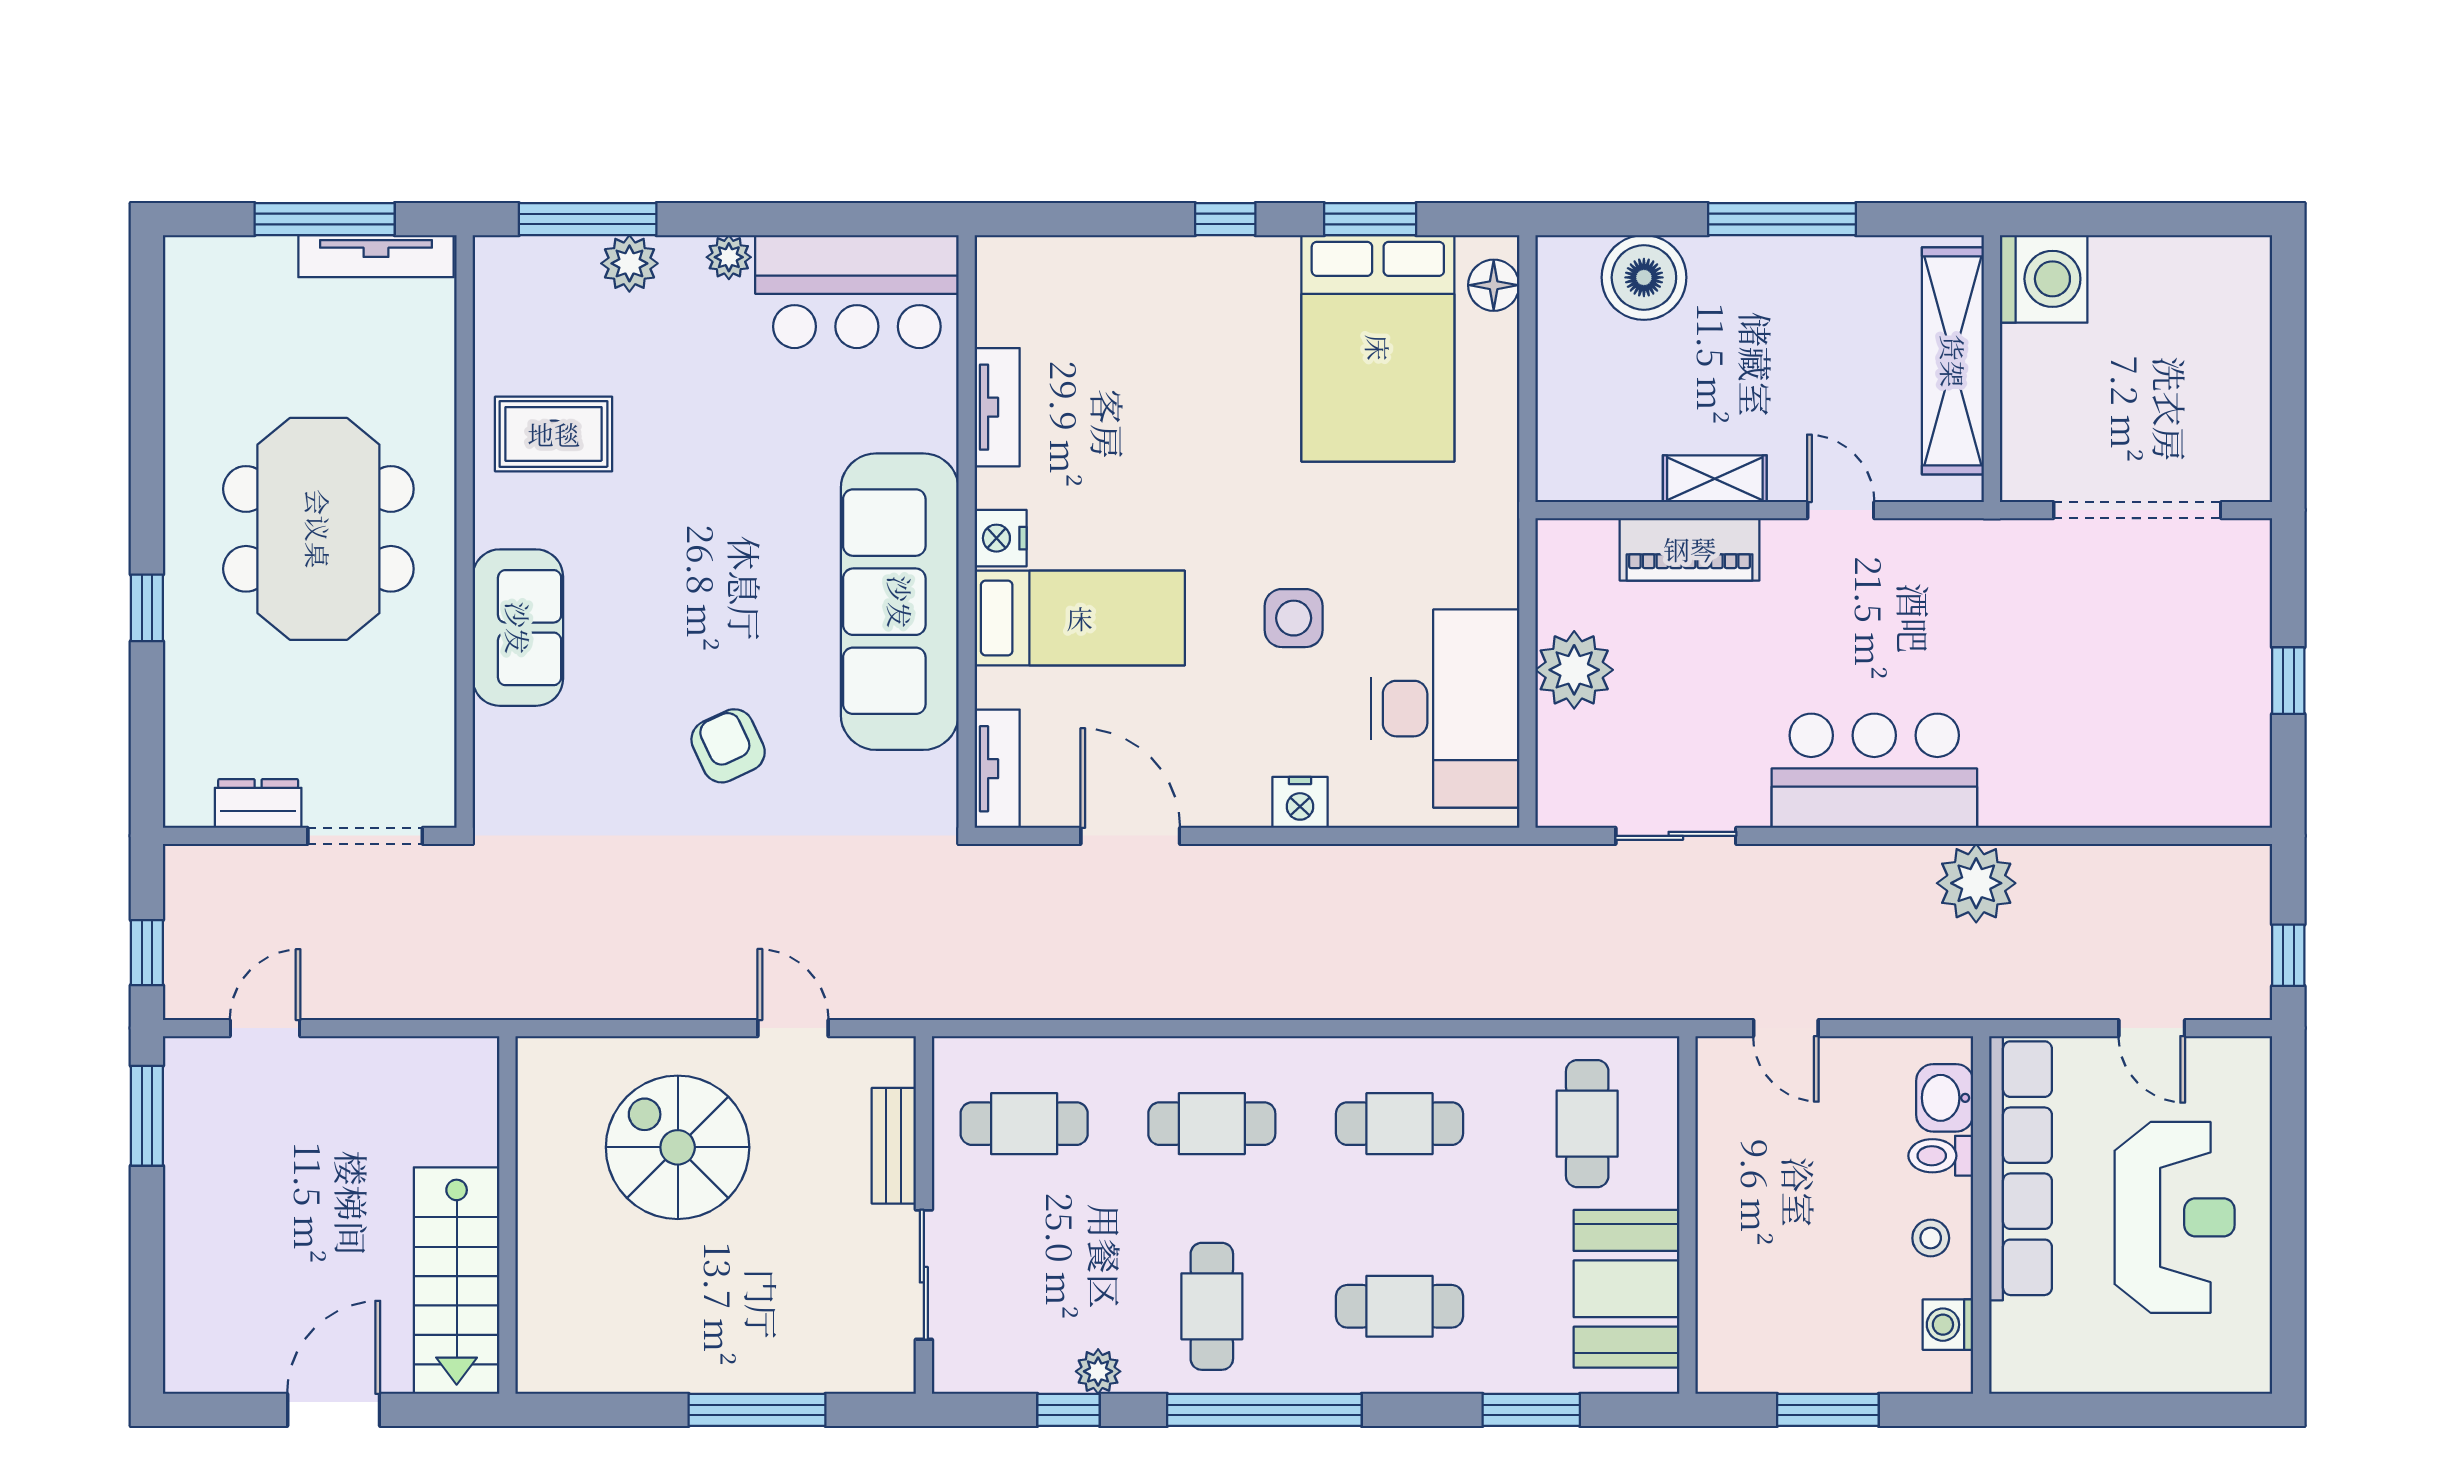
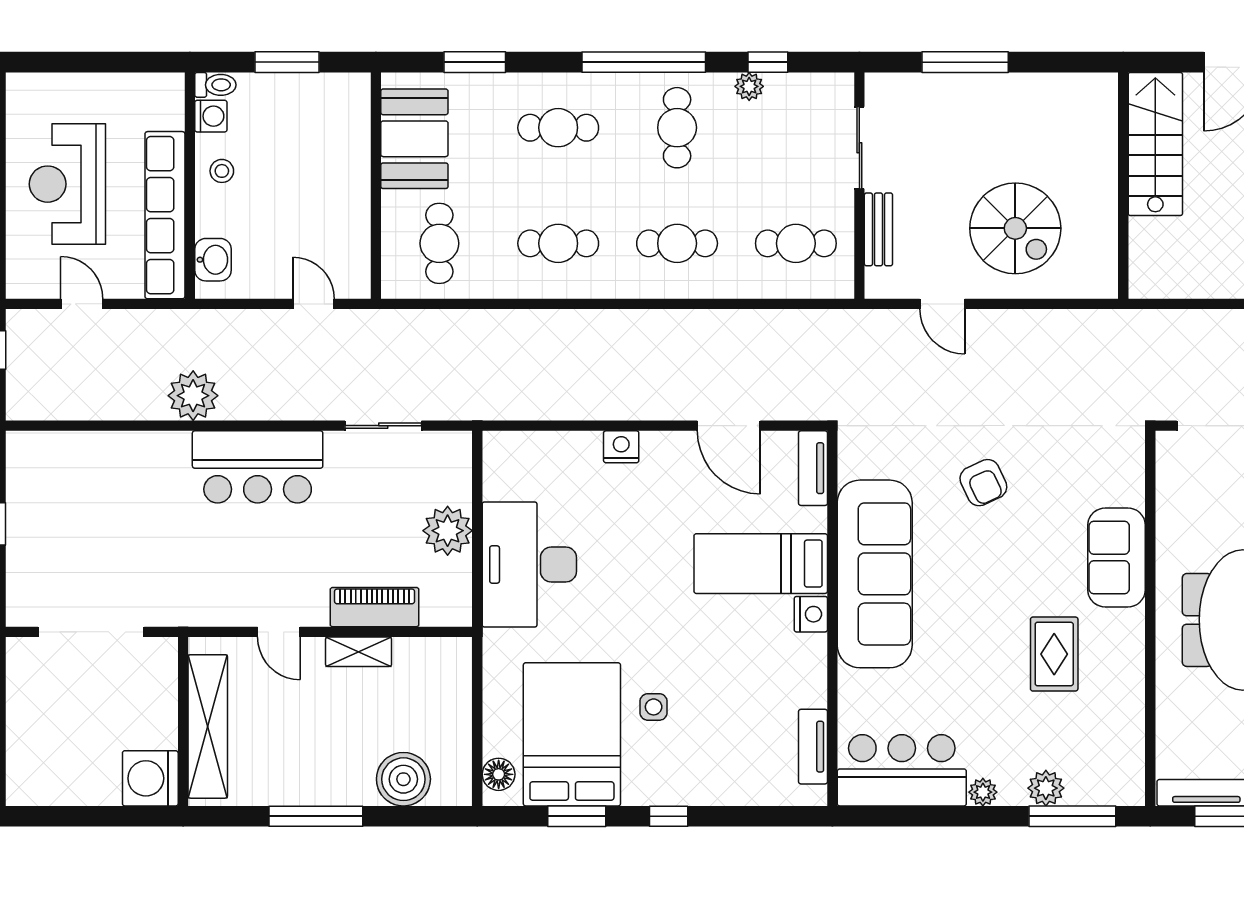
tv unit: (997, 407) -> (813, 747), moved
rug: (554, 434) -> (1054, 654), moved, turned 90
side table: (1294, 618) -> (654, 707), moved, width x0.73, depth x0.73
desk: (1445, 709) -> (529, 565), moved
toilet: (1941, 1156) -> (215, 85), moved

